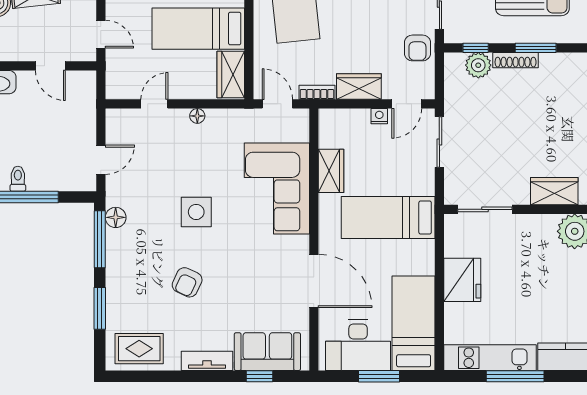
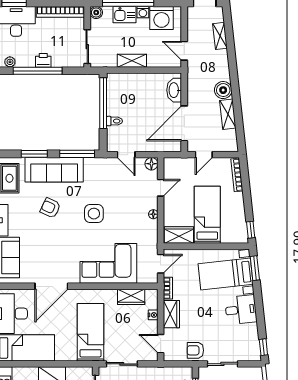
door: (50, 66) -> (184, 123), width x1.88
door: (154, 104) -> (161, 188), hinge flipped
nightstand: (379, 116) -> (153, 315), moved
sliding door: (439, 142) -> (122, 364), moved
wardrobe: (331, 171) -> (131, 297), moved
toilet: (18, 179) -> (114, 121), moved
floor lamp: (116, 217) -> (151, 164), moved
sofa: (125, 276) -> (54, 170), added

